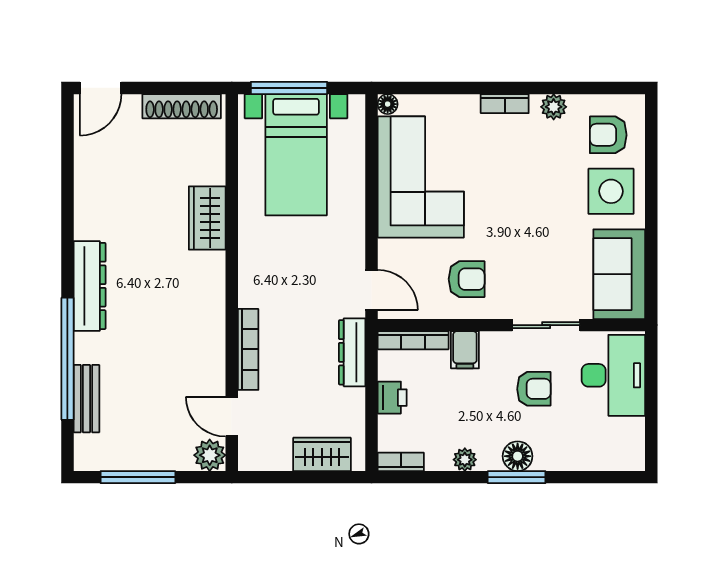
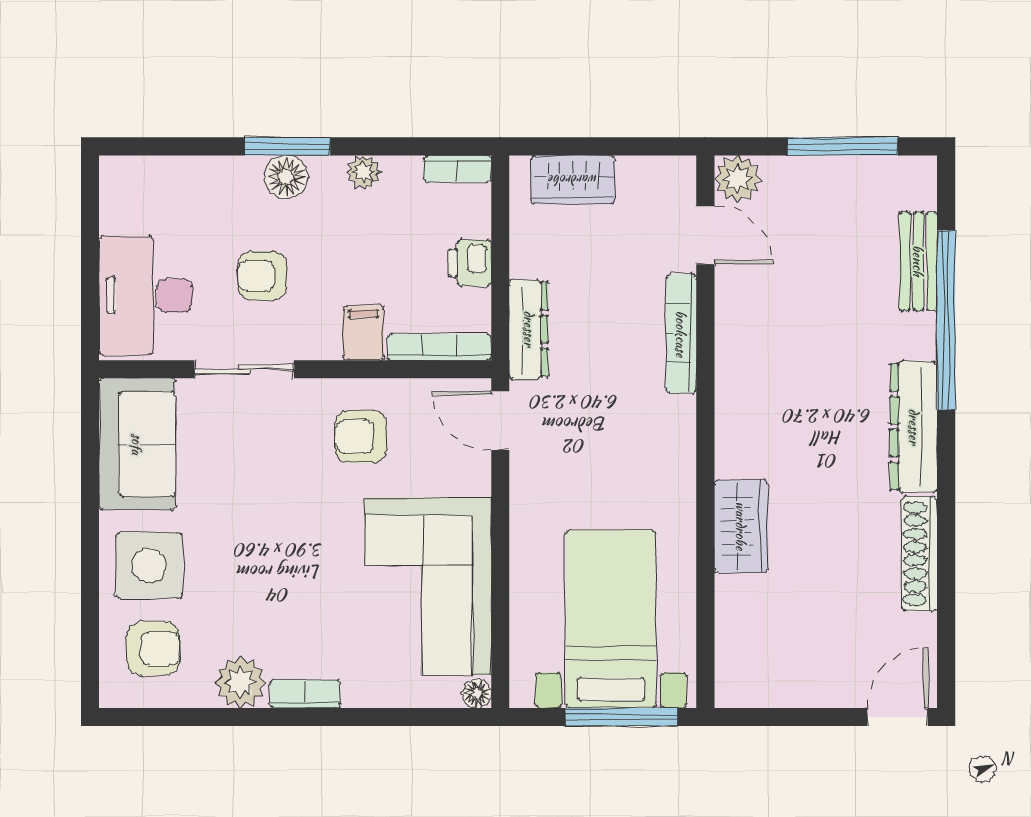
shoe rack: (182, 106) -> (919, 554), moved, turned -90
plant: (554, 107) -> (240, 682), width x1.38, depth x1.38

